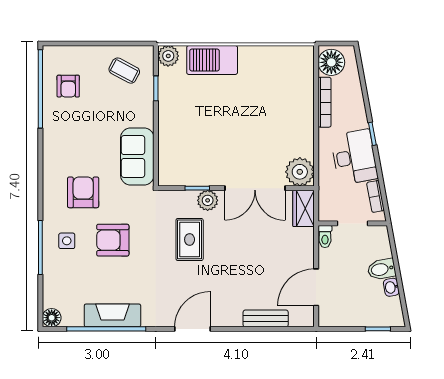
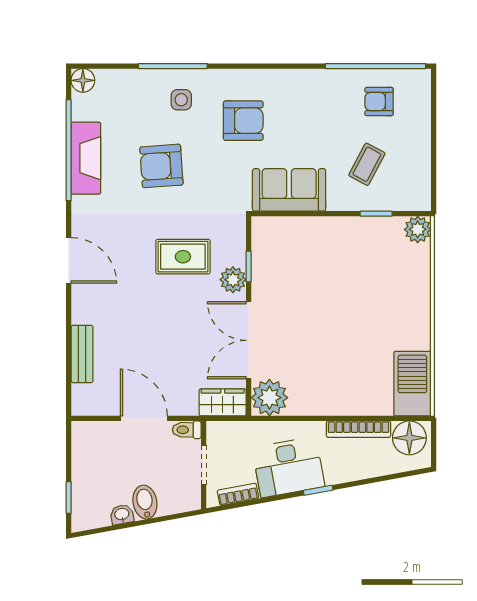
barbecue: (212, 60) -> (412, 384), moved
coffee table: (124, 71) -> (367, 164), moved
armchair: (113, 240) -> (161, 166), moved, turned -94
door: (316, 287) -> (144, 418), moved

